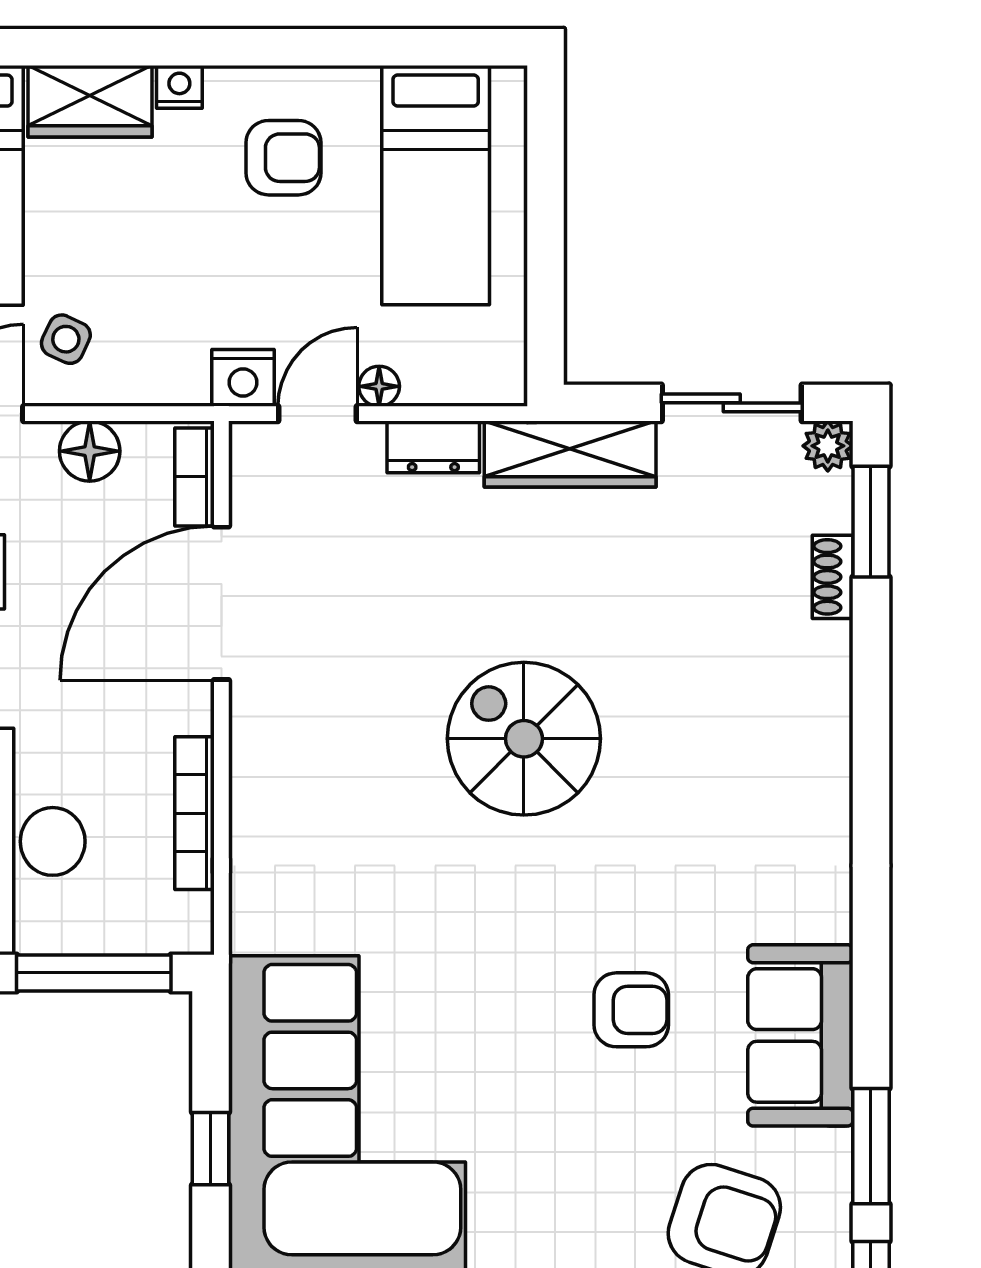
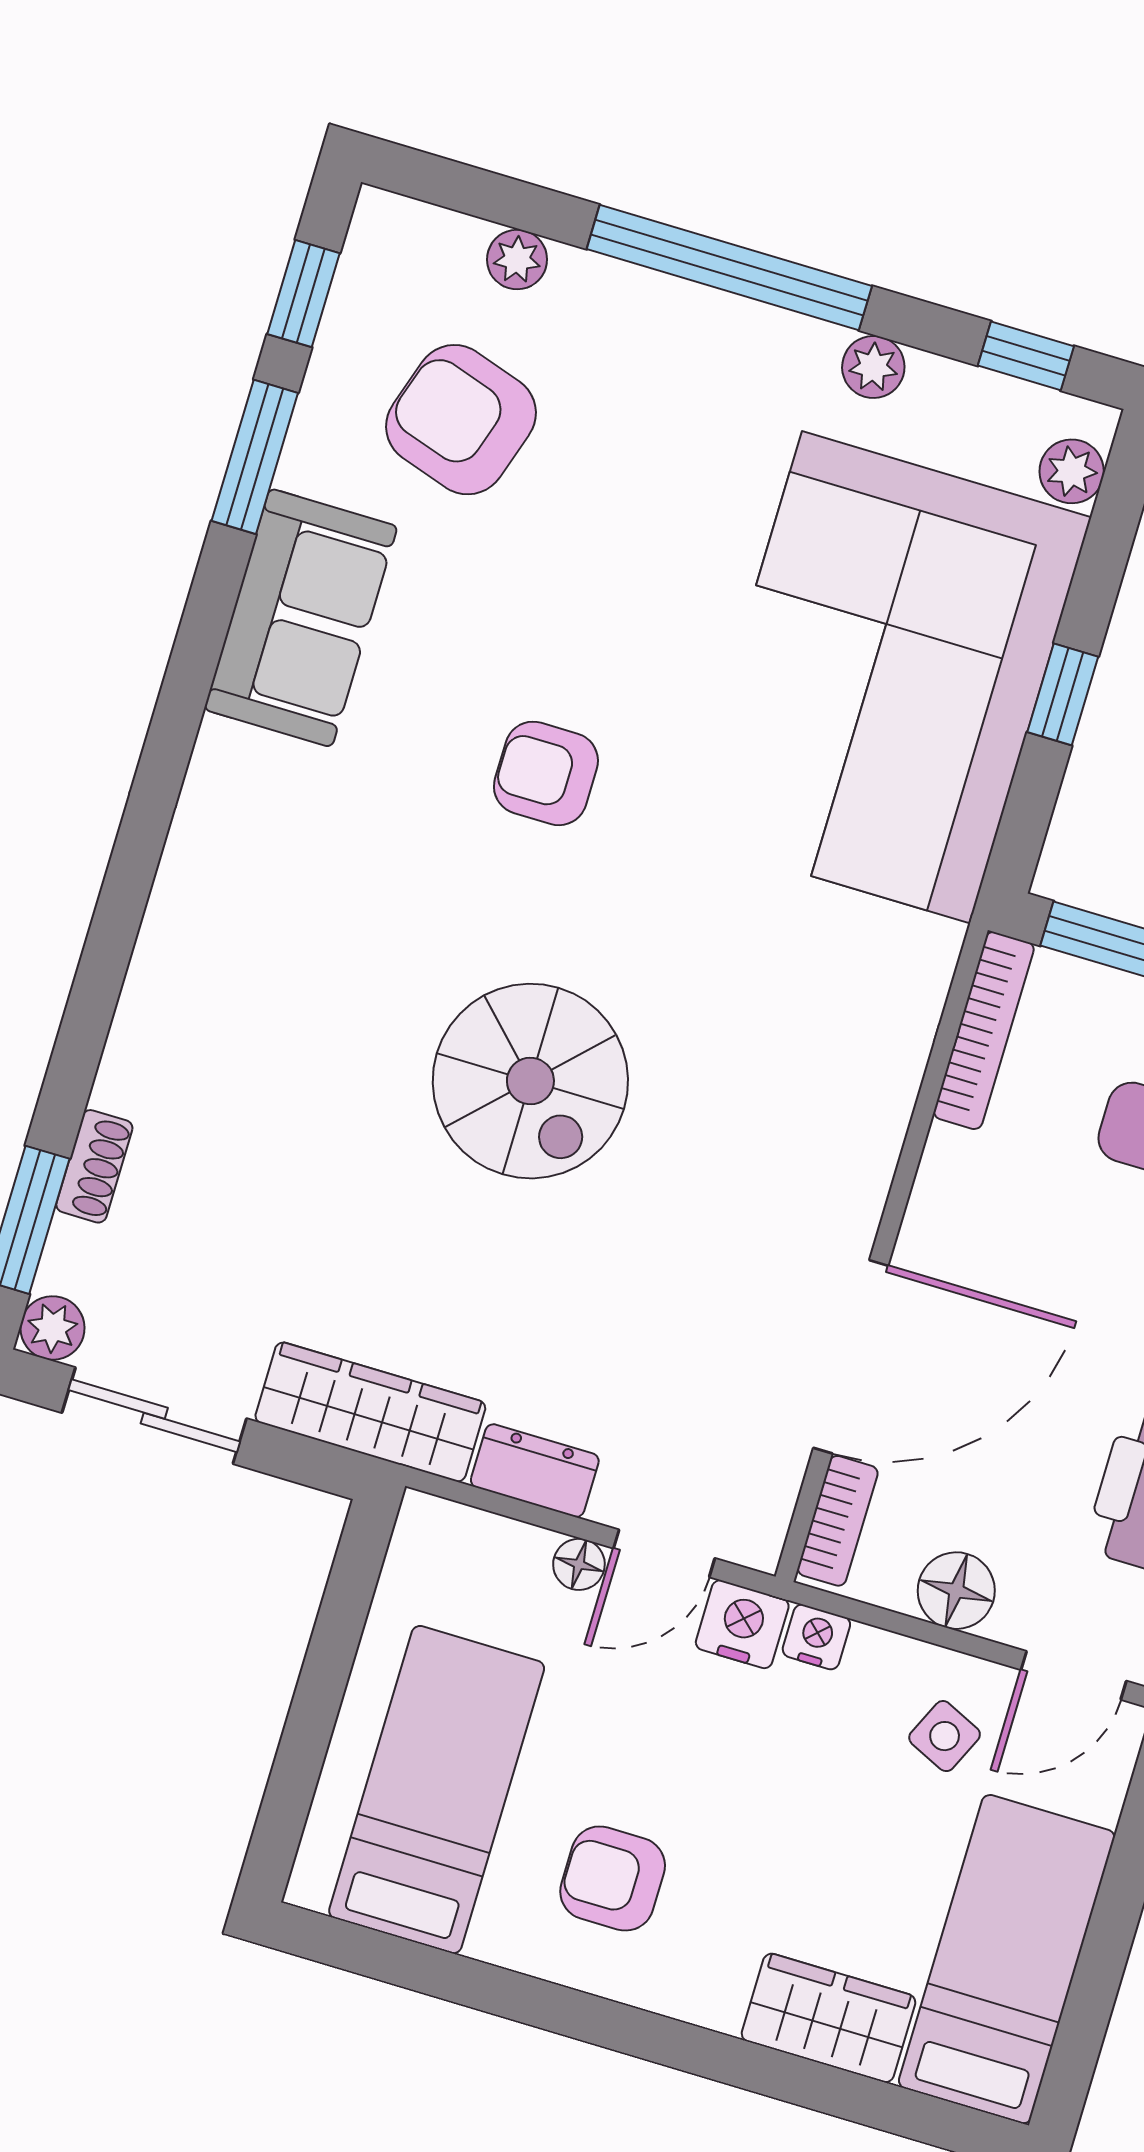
nightstand: (179, 87) -> (816, 1637), moved, turned 180
bookcase: (194, 813) -> (984, 1031), moved
armchair: (631, 1010) -> (546, 773), moved

